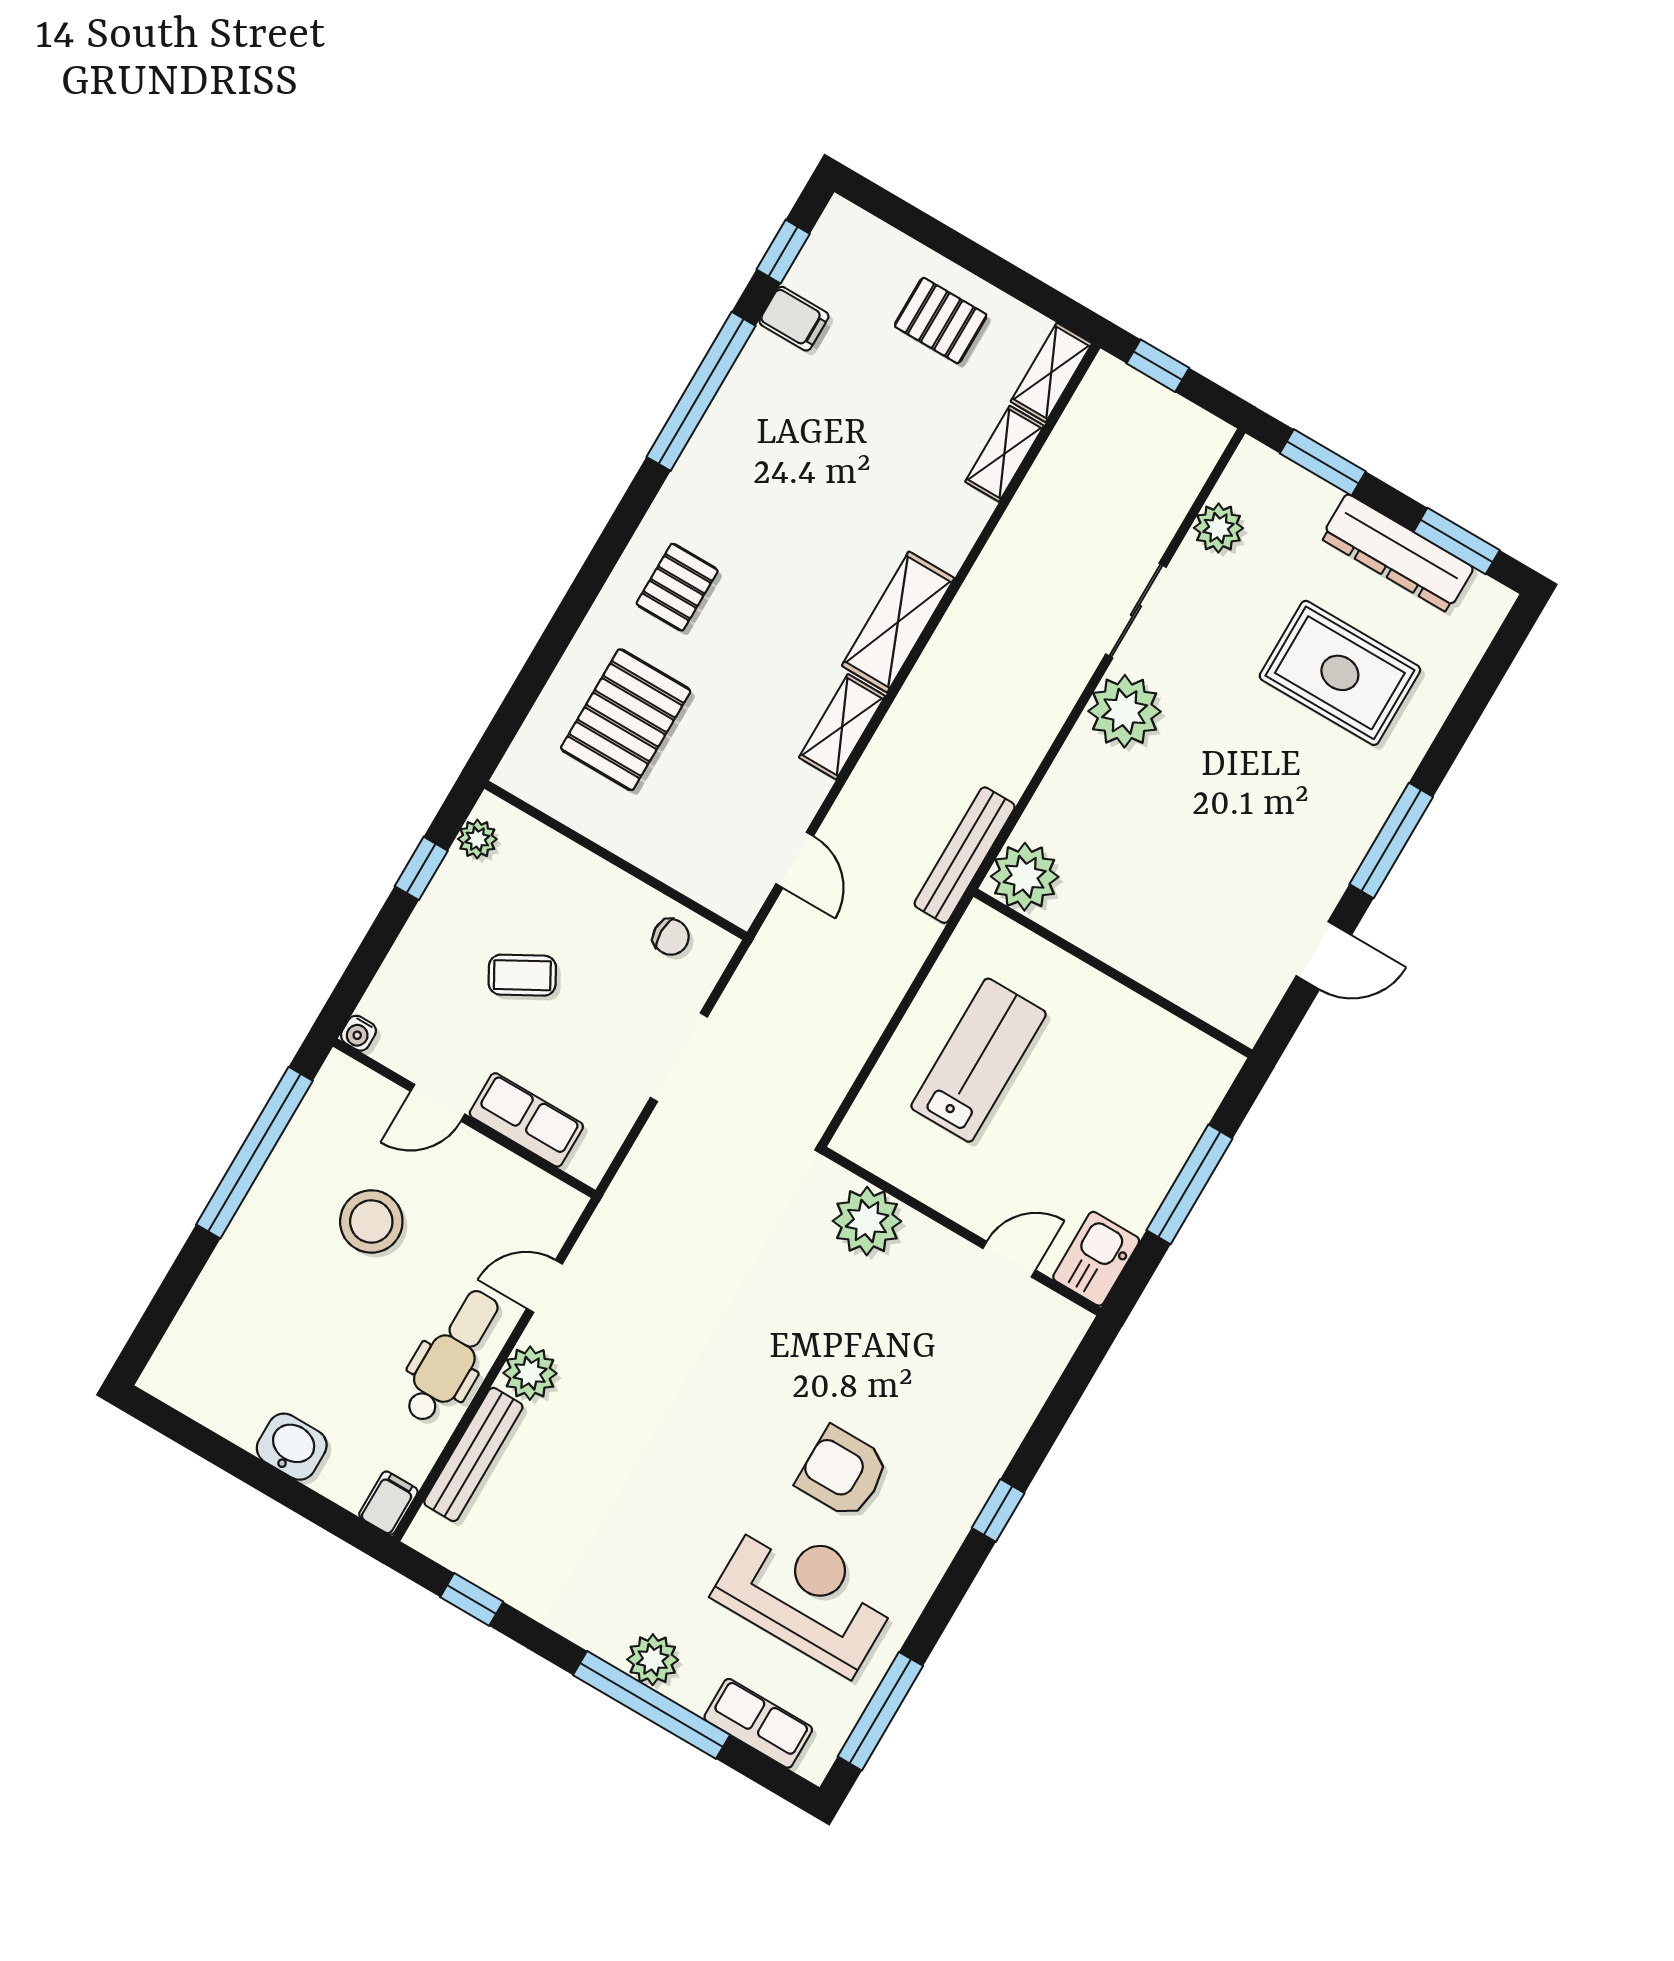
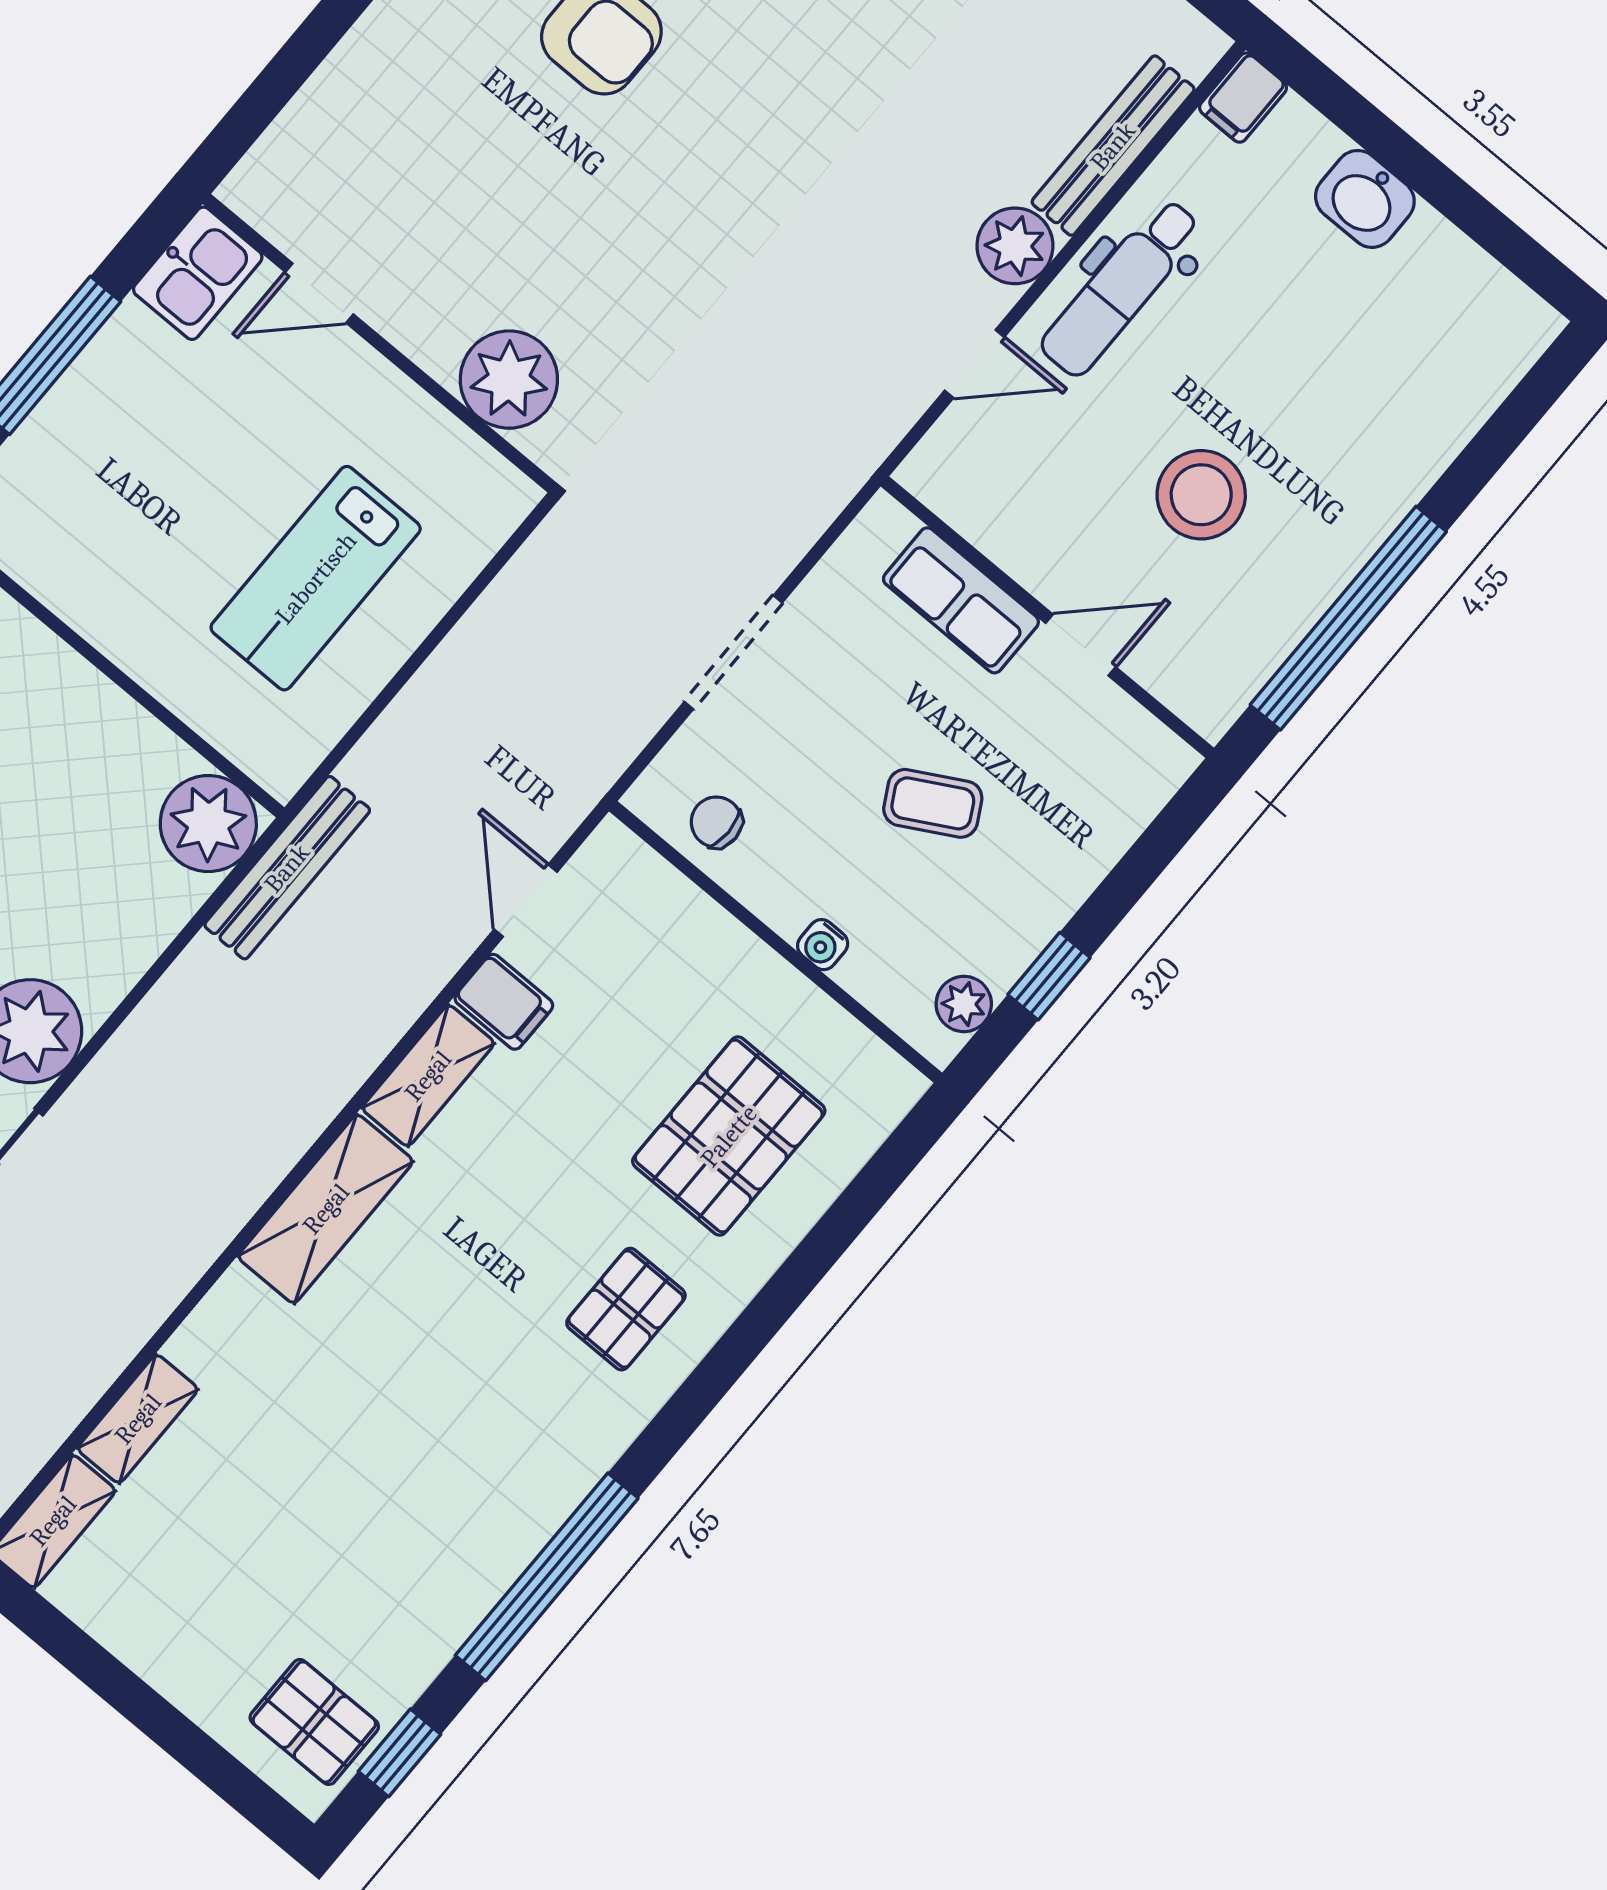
filing cabinet: (794, 319) -> (504, 1002), moved, turned 180
pallet: (941, 320) -> (314, 1722), moved
water cooler: (358, 1033) -> (823, 945), moved, turned 180

